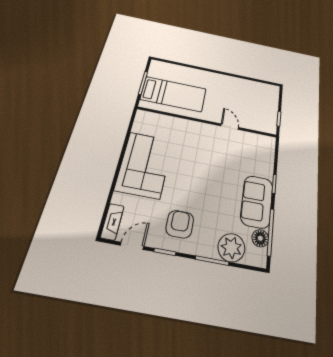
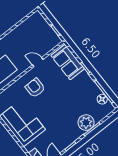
sofa: (257, 202) -> (68, 62), moved
armchair: (180, 224) -> (35, 88), moved
plant: (231, 248) -> (86, 123), moved

